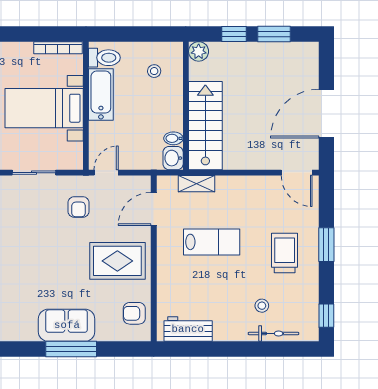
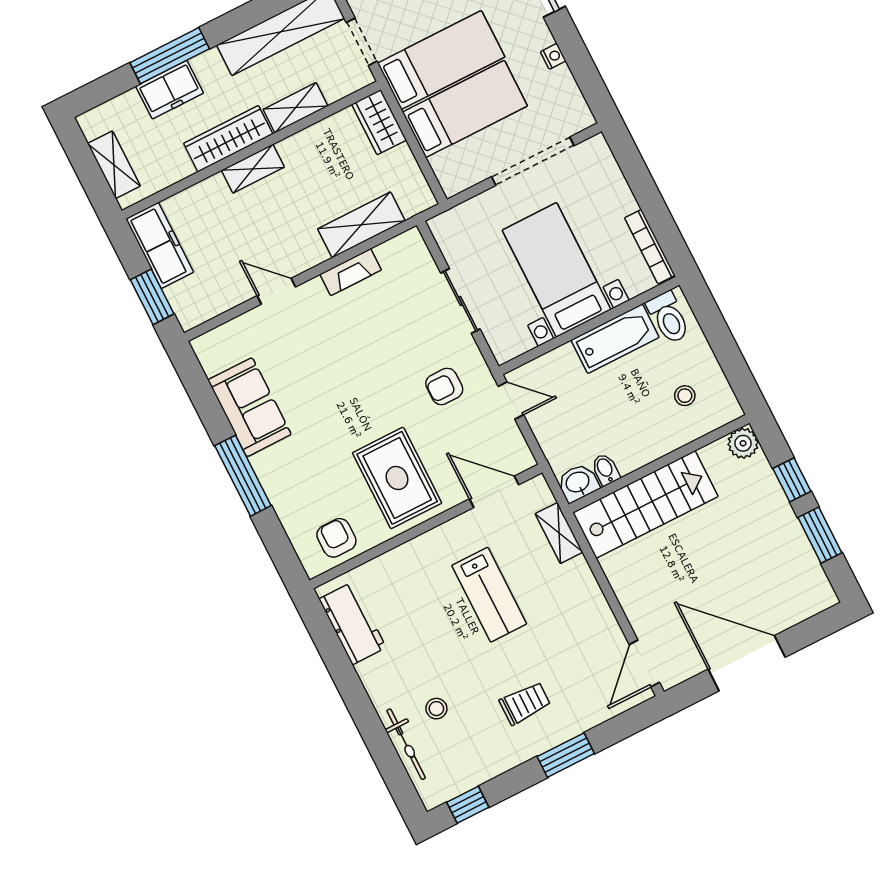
trolley: (285, 253) -> (525, 703), width x0.73, depth x0.72
sofa: (67, 325) -> (249, 407), moved

